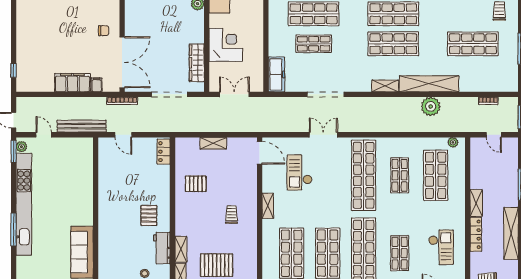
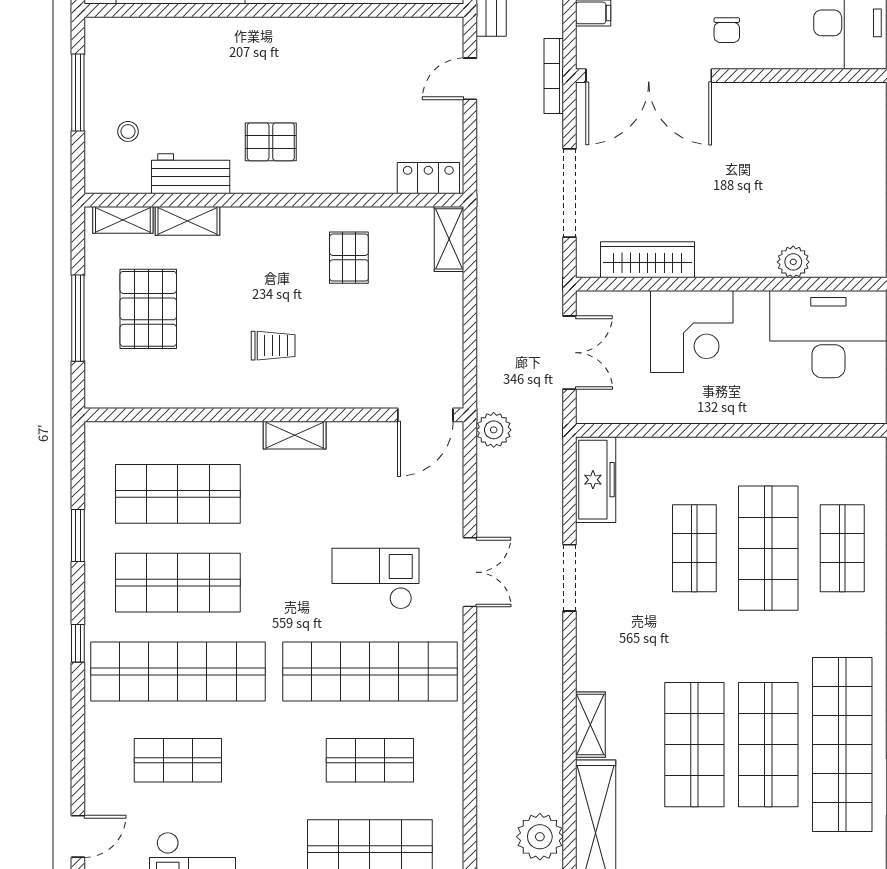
freezer: (276, 74) -> (596, 480), moved, turned -90
doorway: (326, 94) -> (570, 578), width x0.73
plant: (266, 125) -> (494, 430), added
shelving: (213, 143) -> (449, 239), moved
checkout: (300, 172) -> (376, 579), moved

